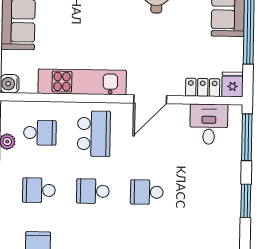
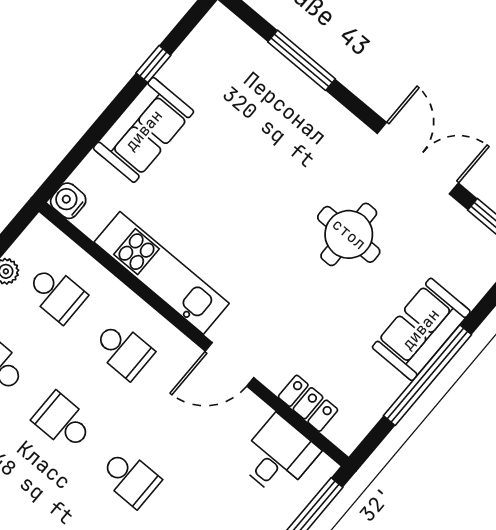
fridge: (233, 84) -> (349, 430), removed
school desk: (94, 134) -> (123, 350), width x0.54
school desk: (147, 192) -> (130, 478), turned 180

